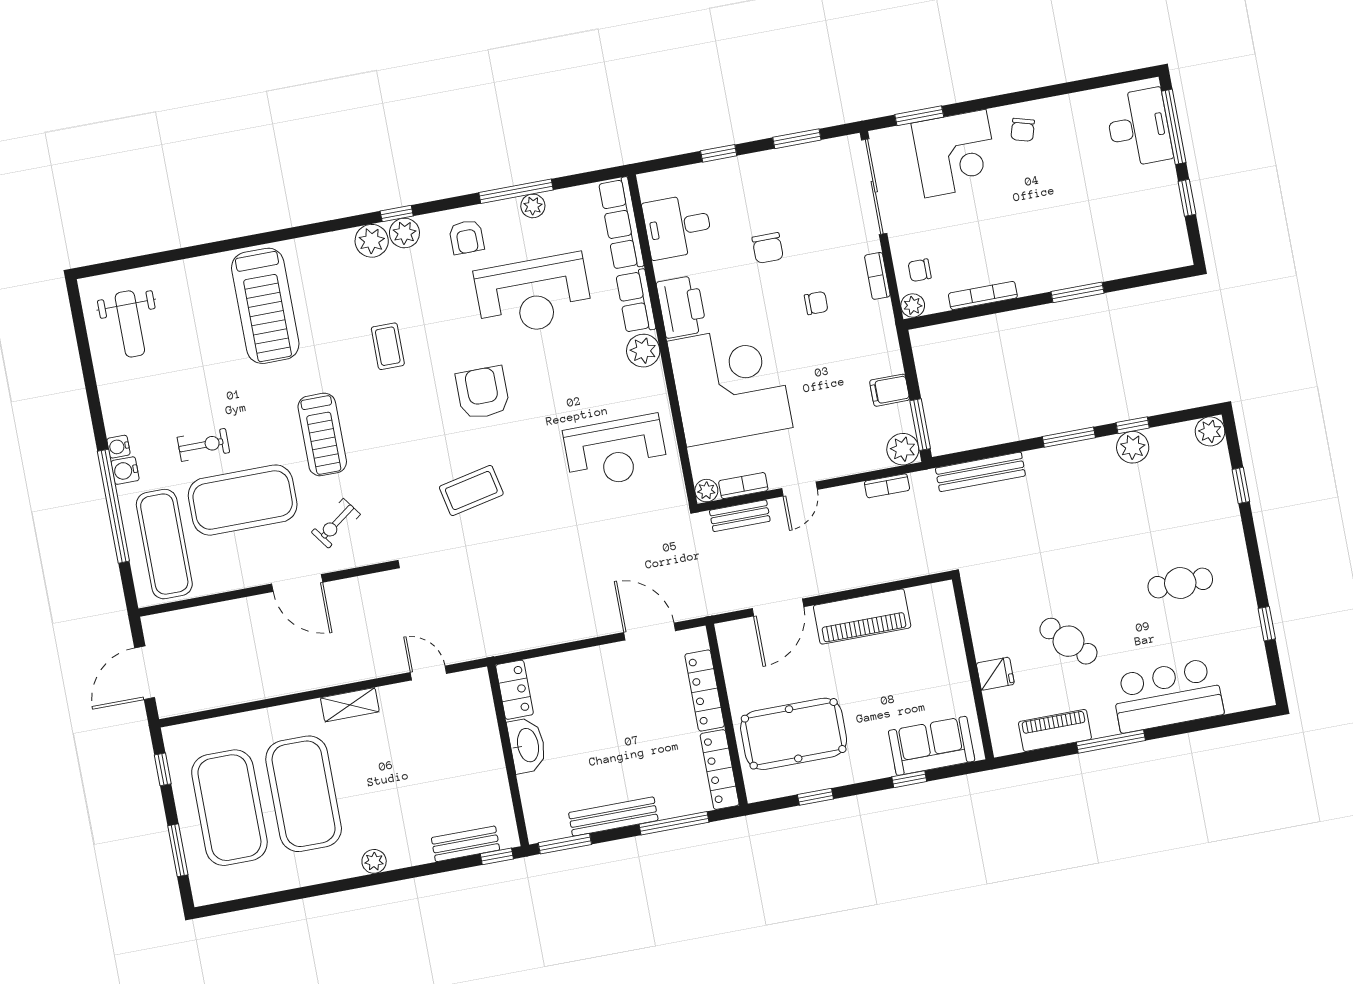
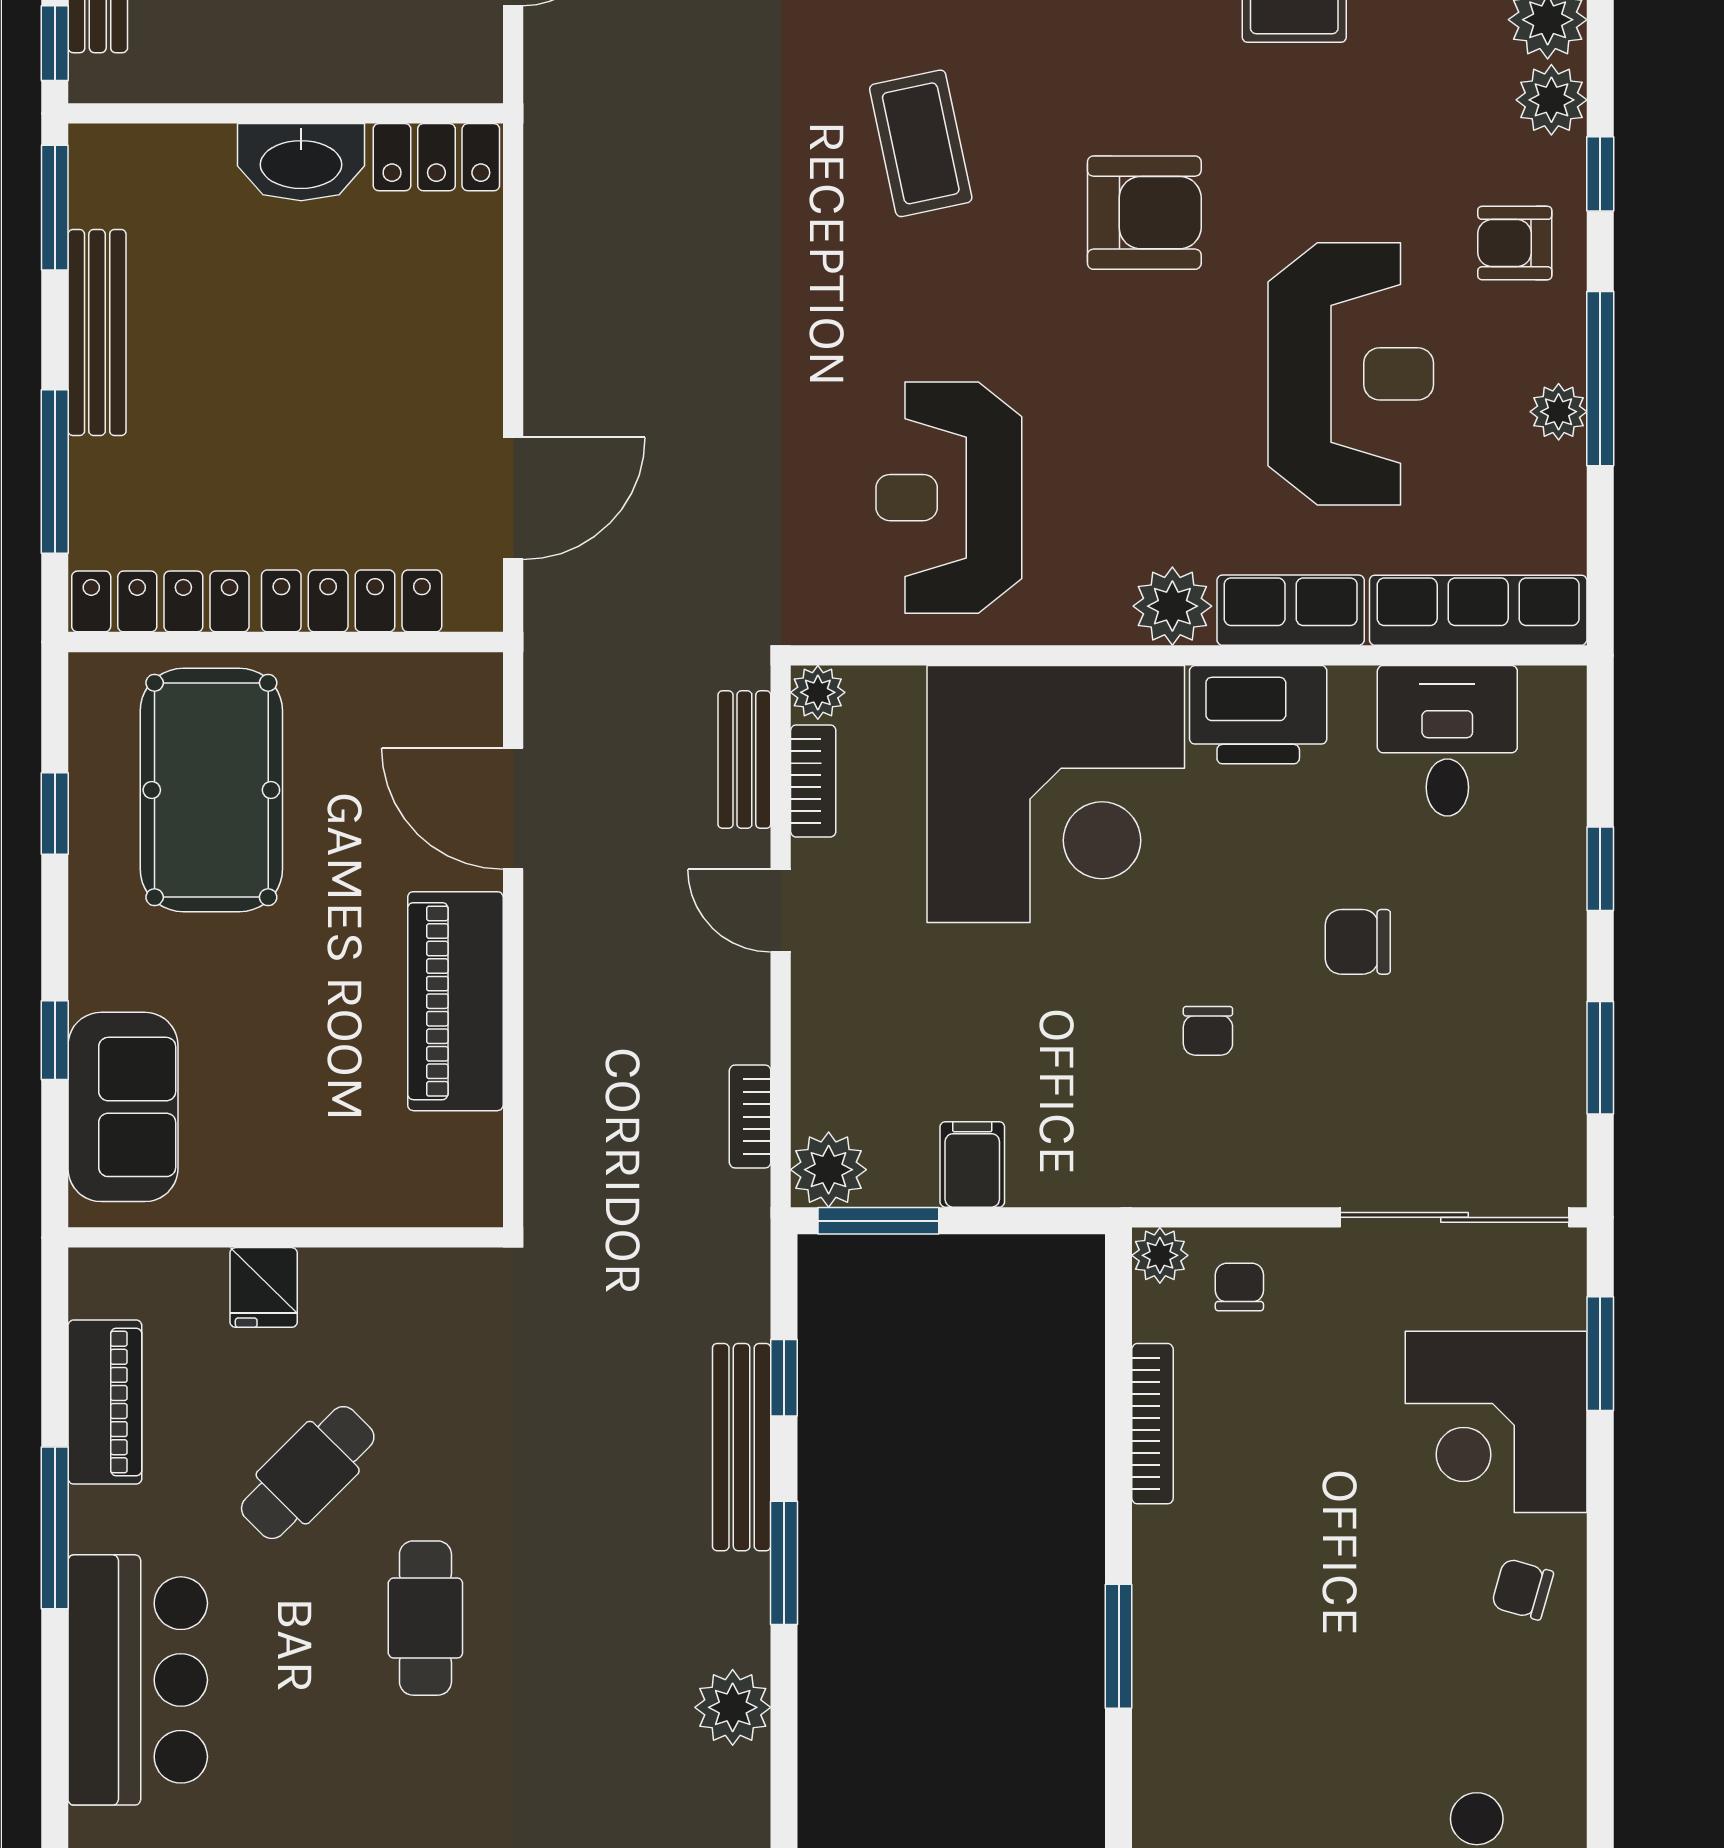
window: (397, 214) -> (1600, 174), moved
bookcase: (877, 276) -> (1245, 1186), removed
reception desk: (533, 295) -> (1351, 374), turned 180
window: (1133, 425) -> (784, 1378), moved
bench: (980, 472) -> (742, 1447), moved
cafe table: (1180, 583) -> (425, 1618), moved

